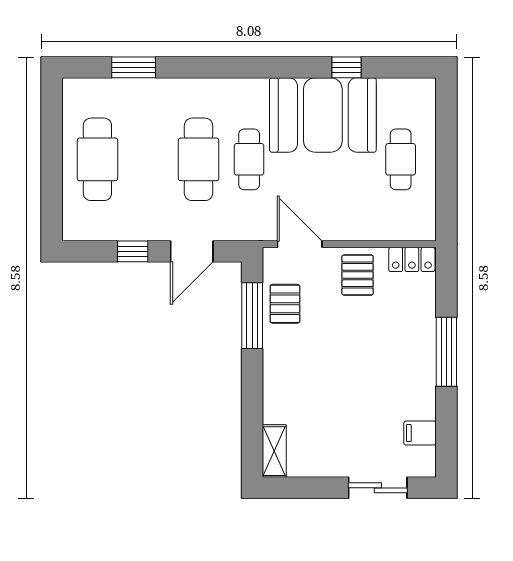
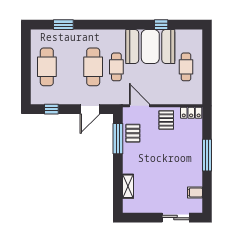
window: (133, 251) -> (51, 109), moved
shelving: (274, 451) -> (128, 186), moved

